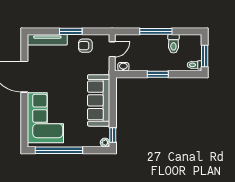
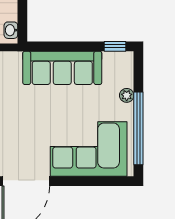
plant: (105, 143) -> (127, 95), moved

